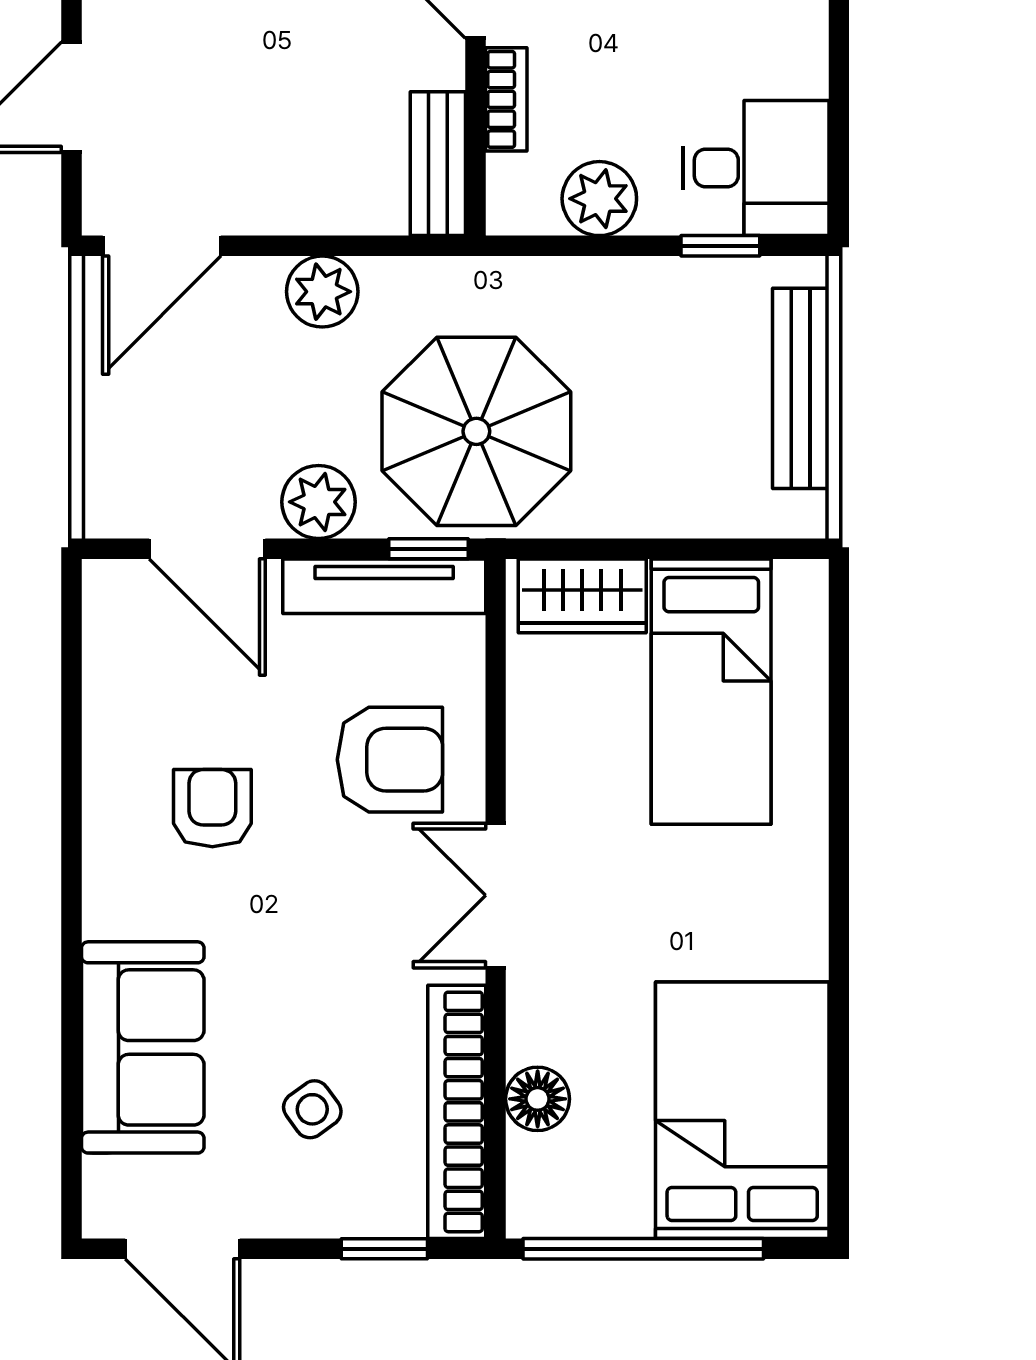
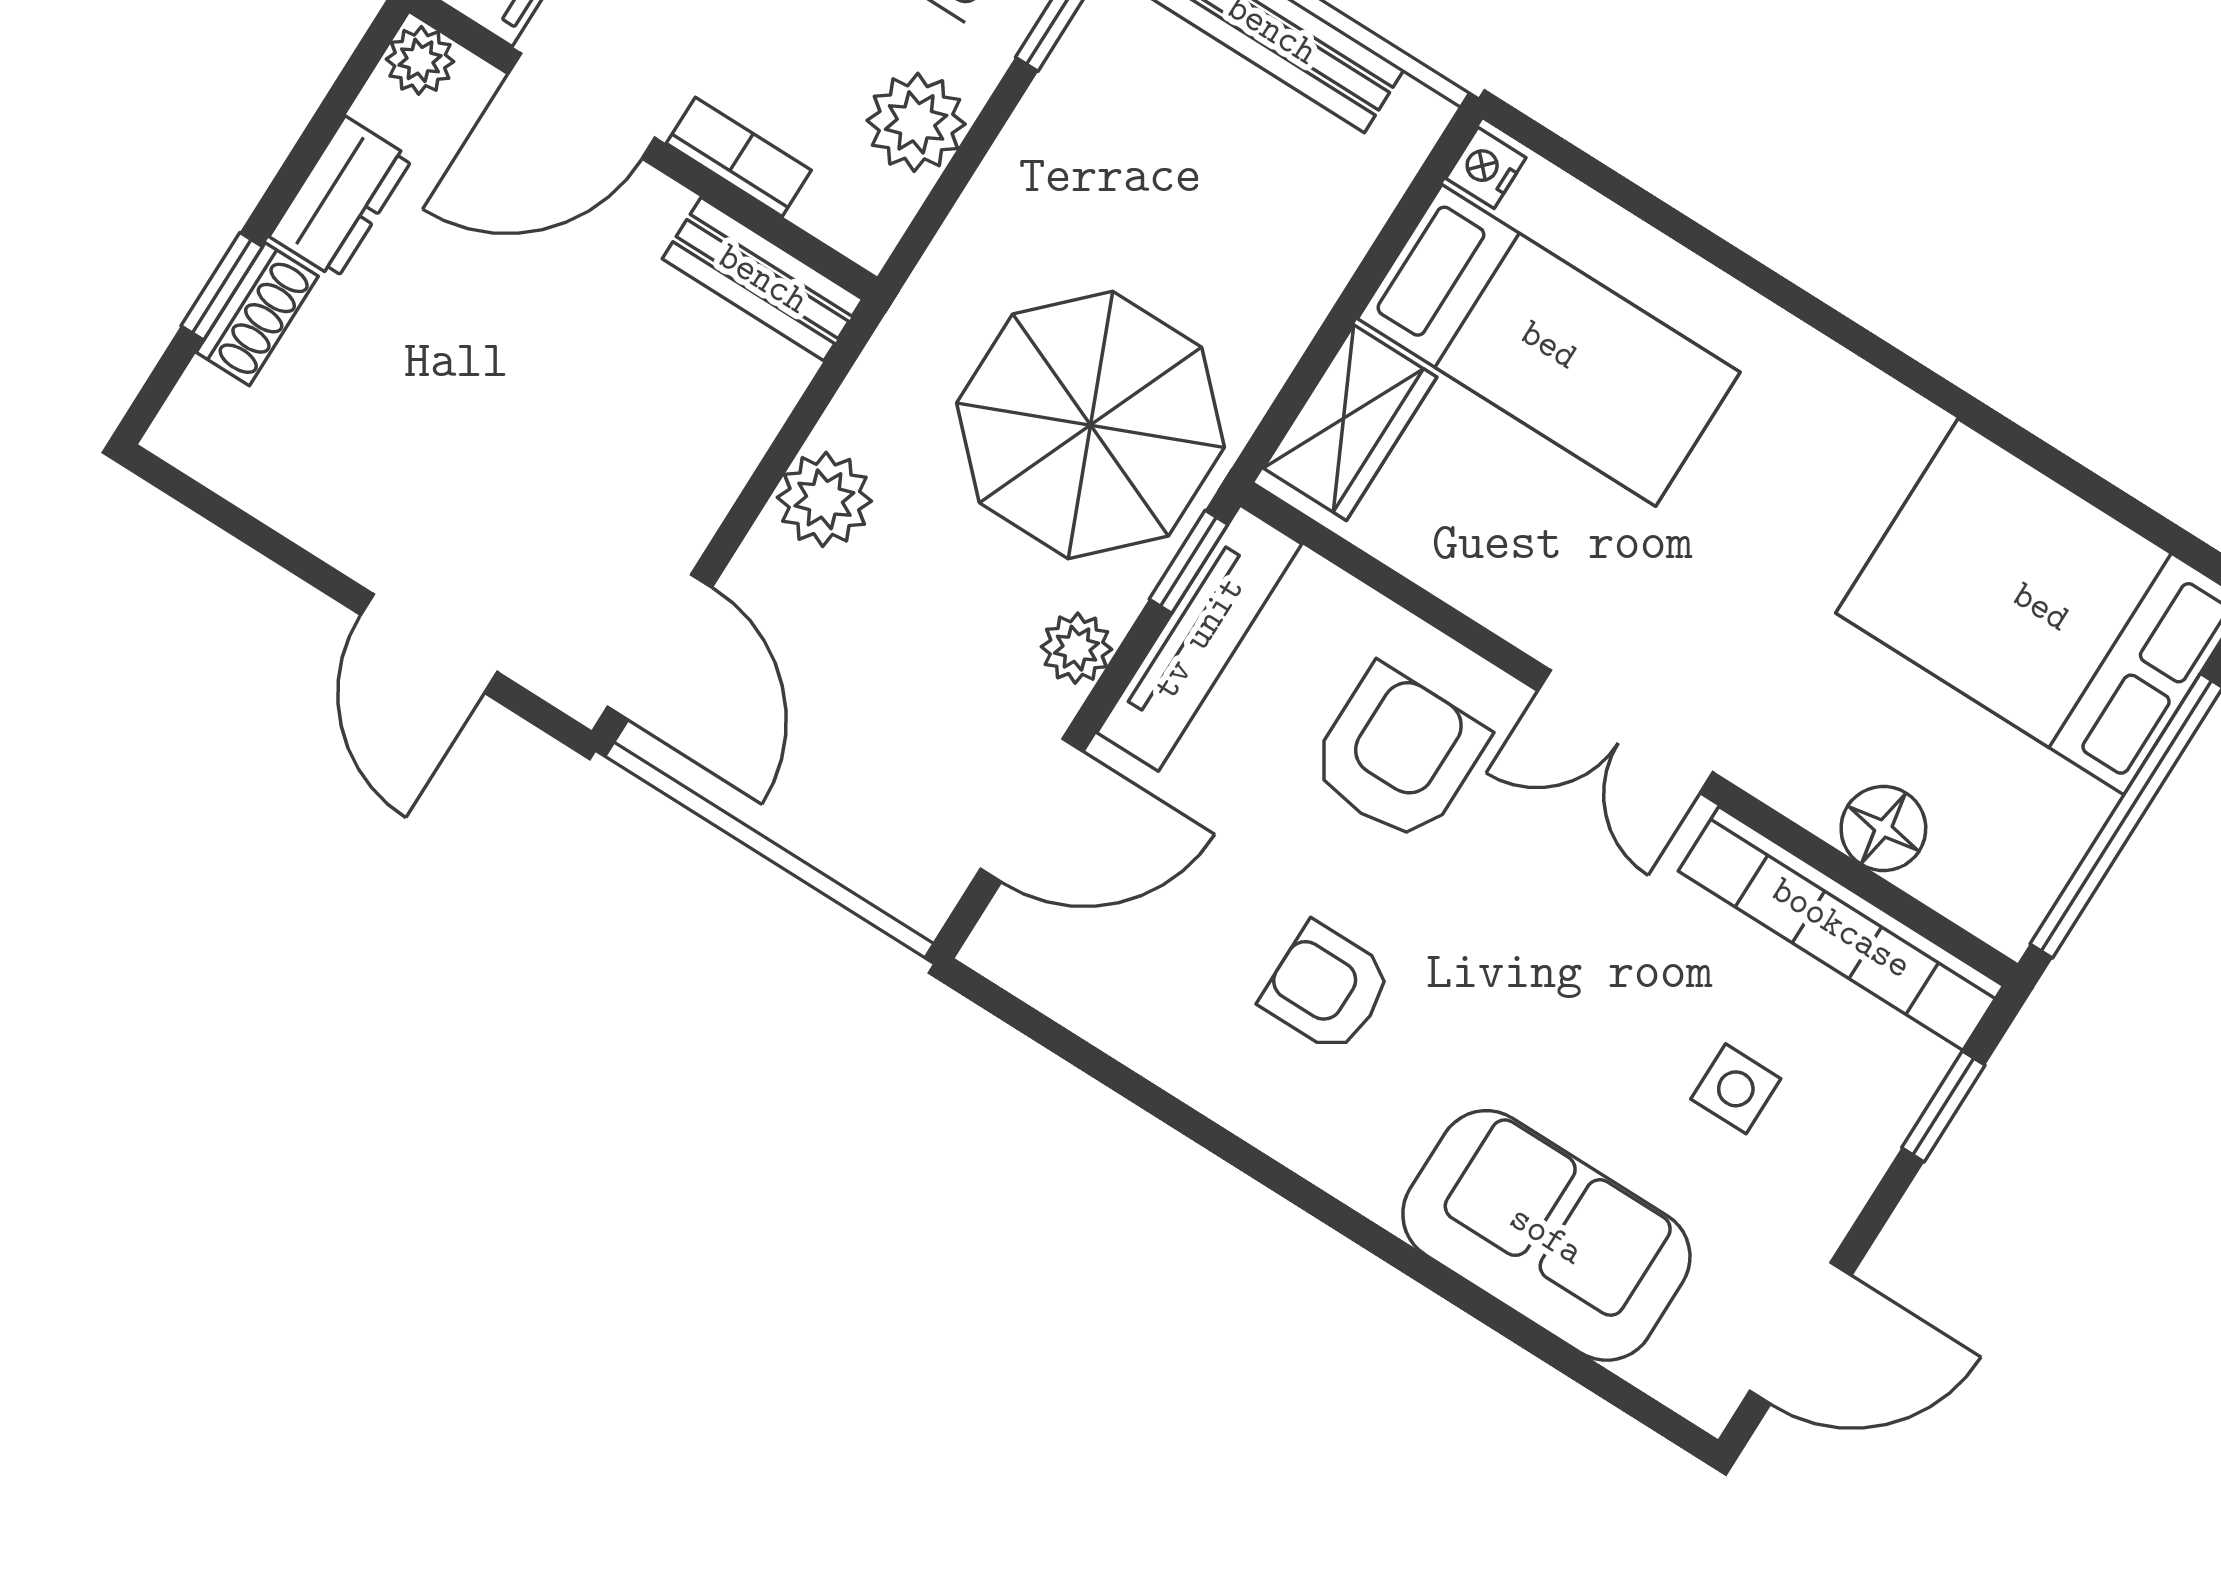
plant: (319, 502) -> (1076, 648), width x0.73, depth x0.73
nightstand: (799, 580) -> (1486, 168), added
side table: (312, 1109) -> (1736, 1089), turned 36

